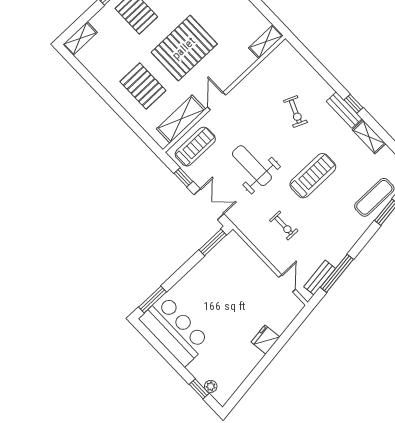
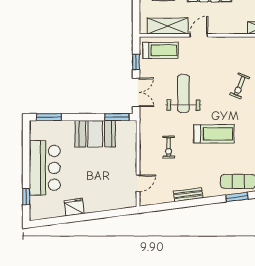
window: (337, 273) -> (173, 205), removed
booth: (208, 275) -> (95, 134), added
bench: (320, 278) -> (188, 195), moved
bar counter: (175, 330) -> (45, 168), moved
fridge: (265, 340) -> (74, 207), moved
plant: (211, 386) -> (35, 201), removed

